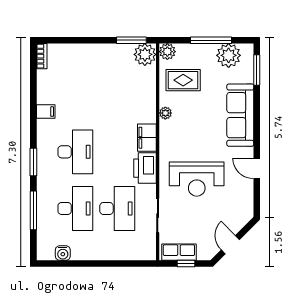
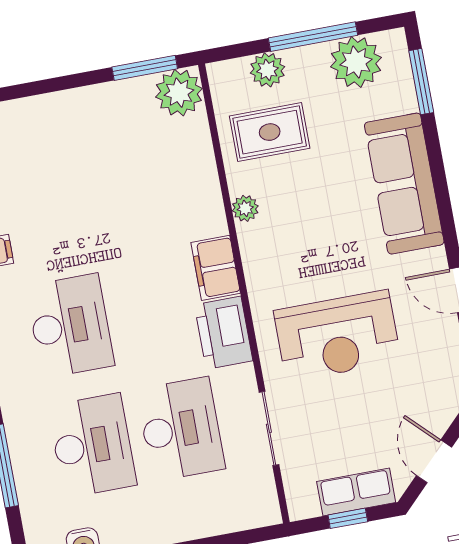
plant: (167, 52) -> (268, 70), moved
row of seats: (179, 252) -> (356, 492), moved

